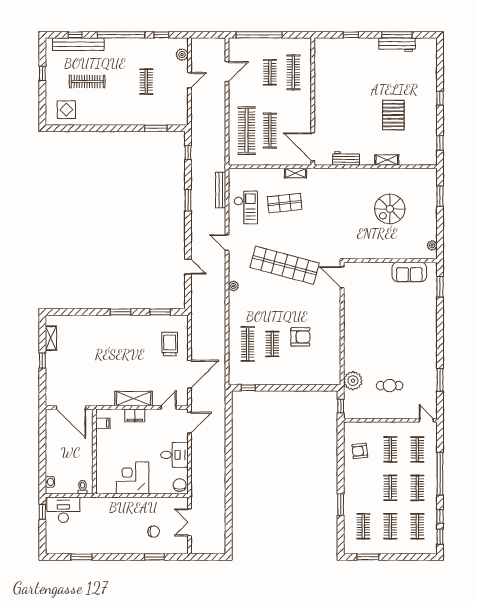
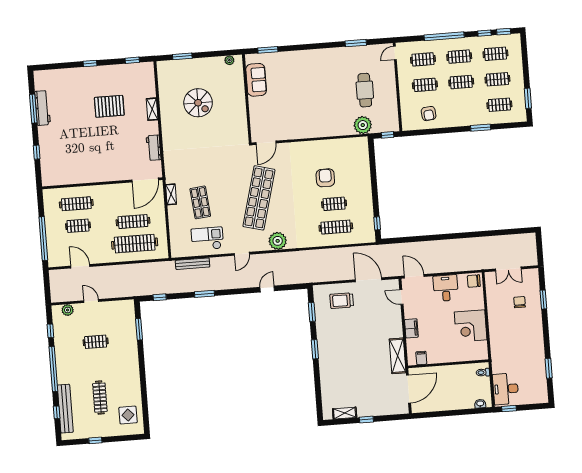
plant: (233, 286) -> (278, 241), width x1.88, depth x1.88
cafe table: (390, 386) -> (365, 90), width x1.37, depth x1.35
shelving: (134, 399) -> (398, 356), moved

